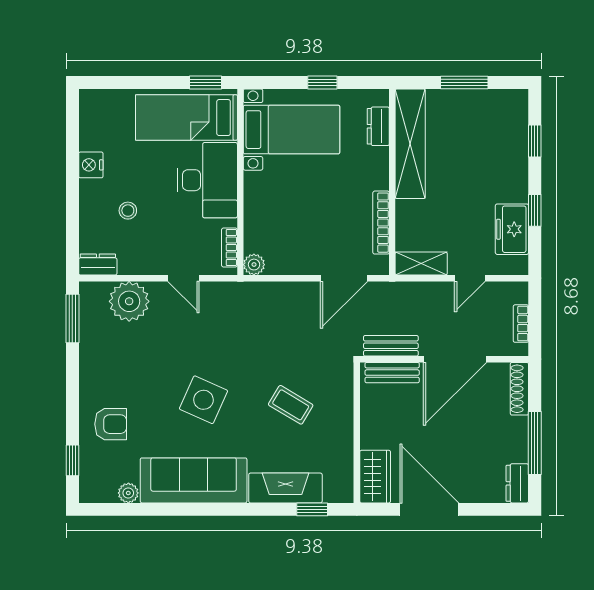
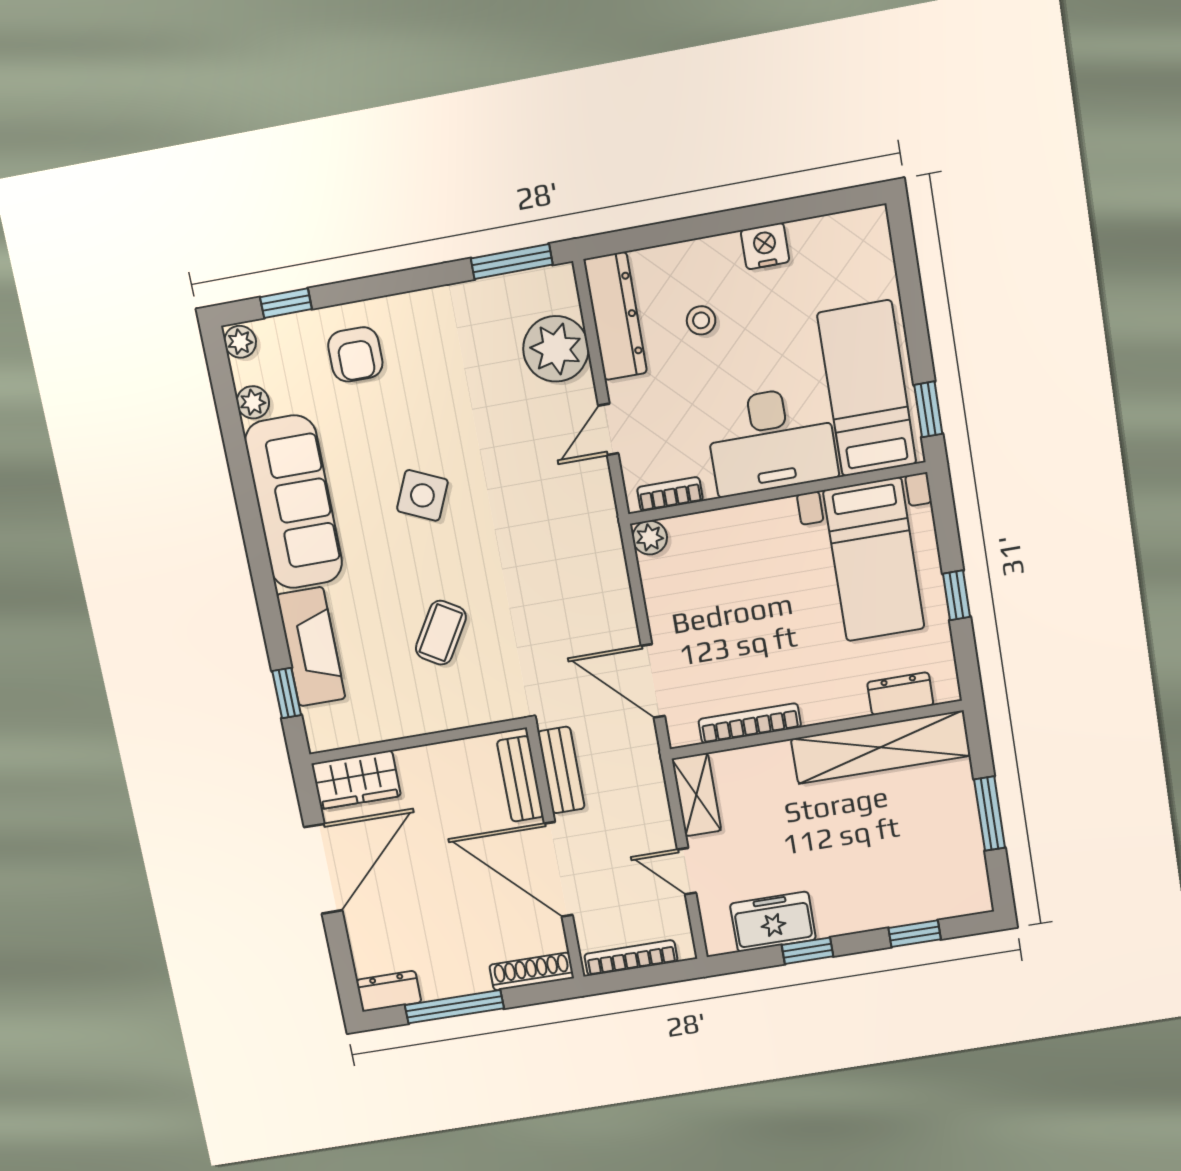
dresser: (98, 264) -> (615, 316), width x1.96, depth x1.24
bookcase: (521, 324) -> (631, 958), width x1.56
side table: (203, 400) -> (422, 495), width x0.73, depth x0.73
plant: (90, 493) -> (240, 342), added

